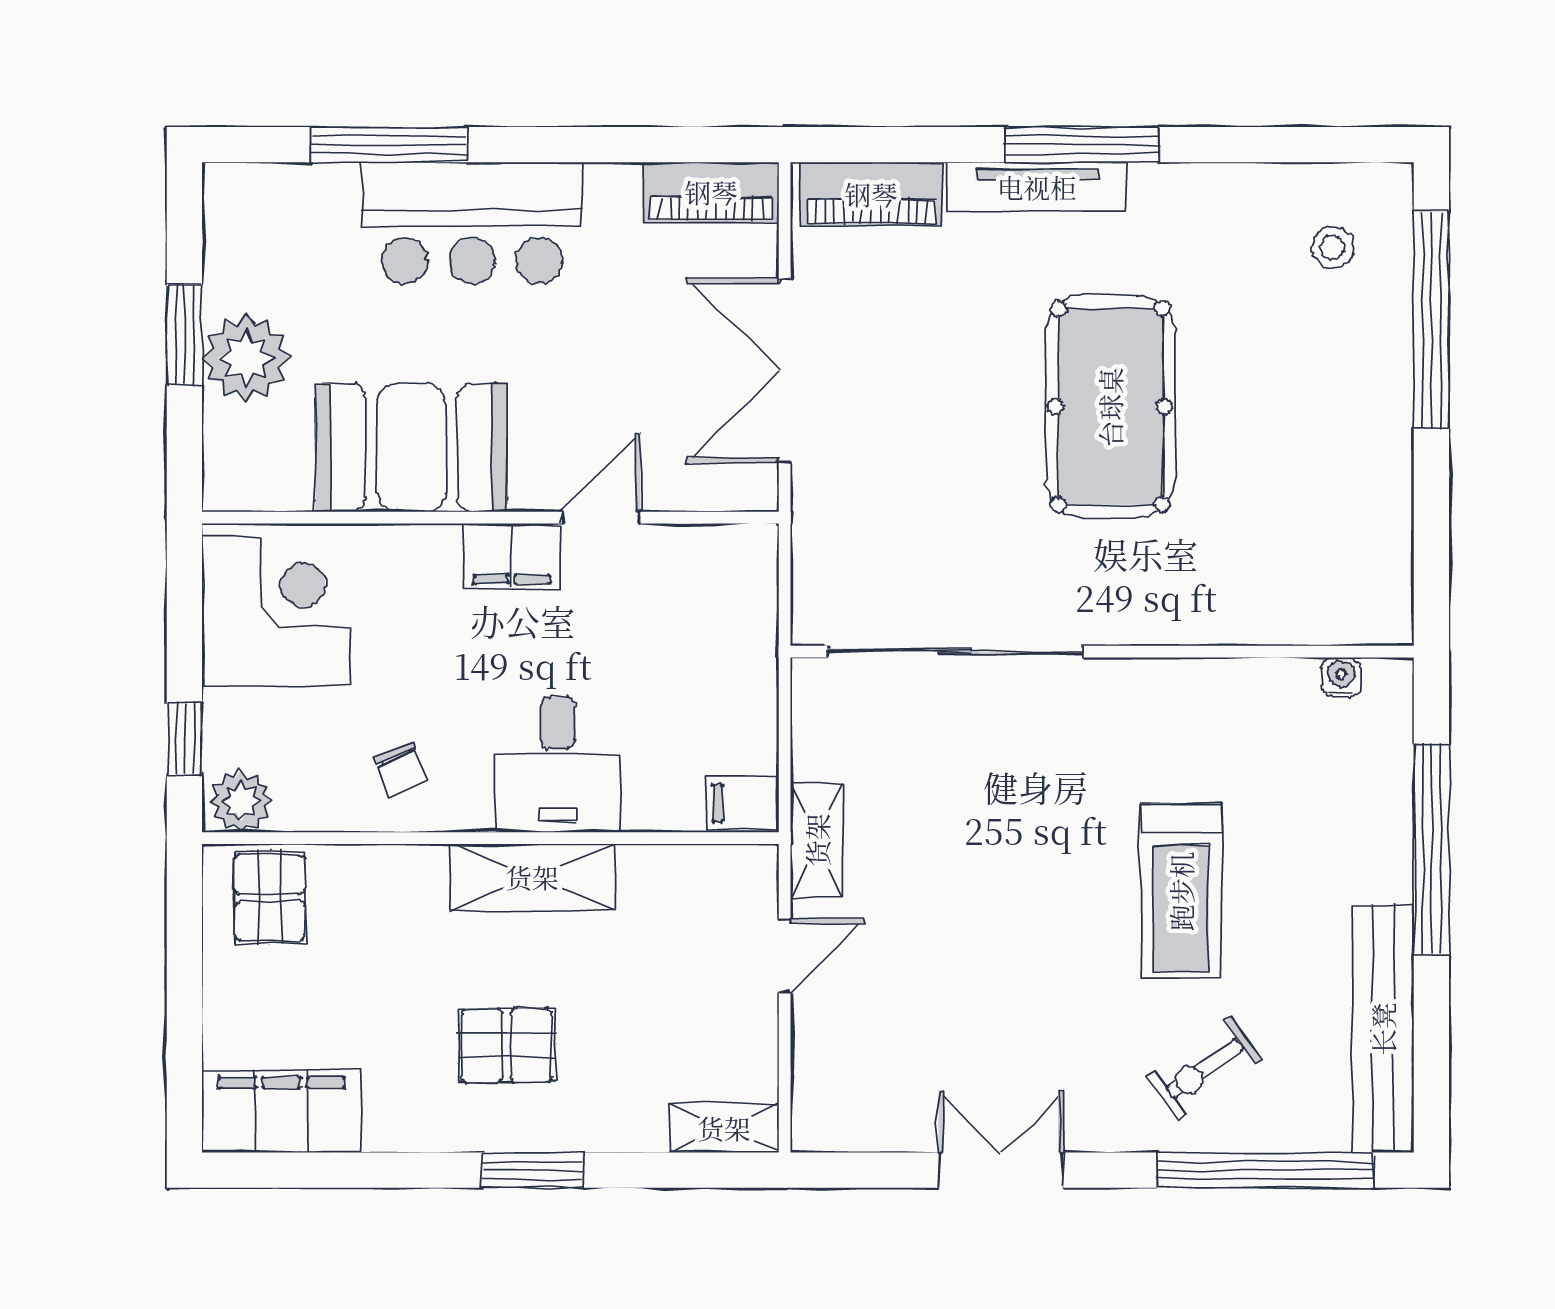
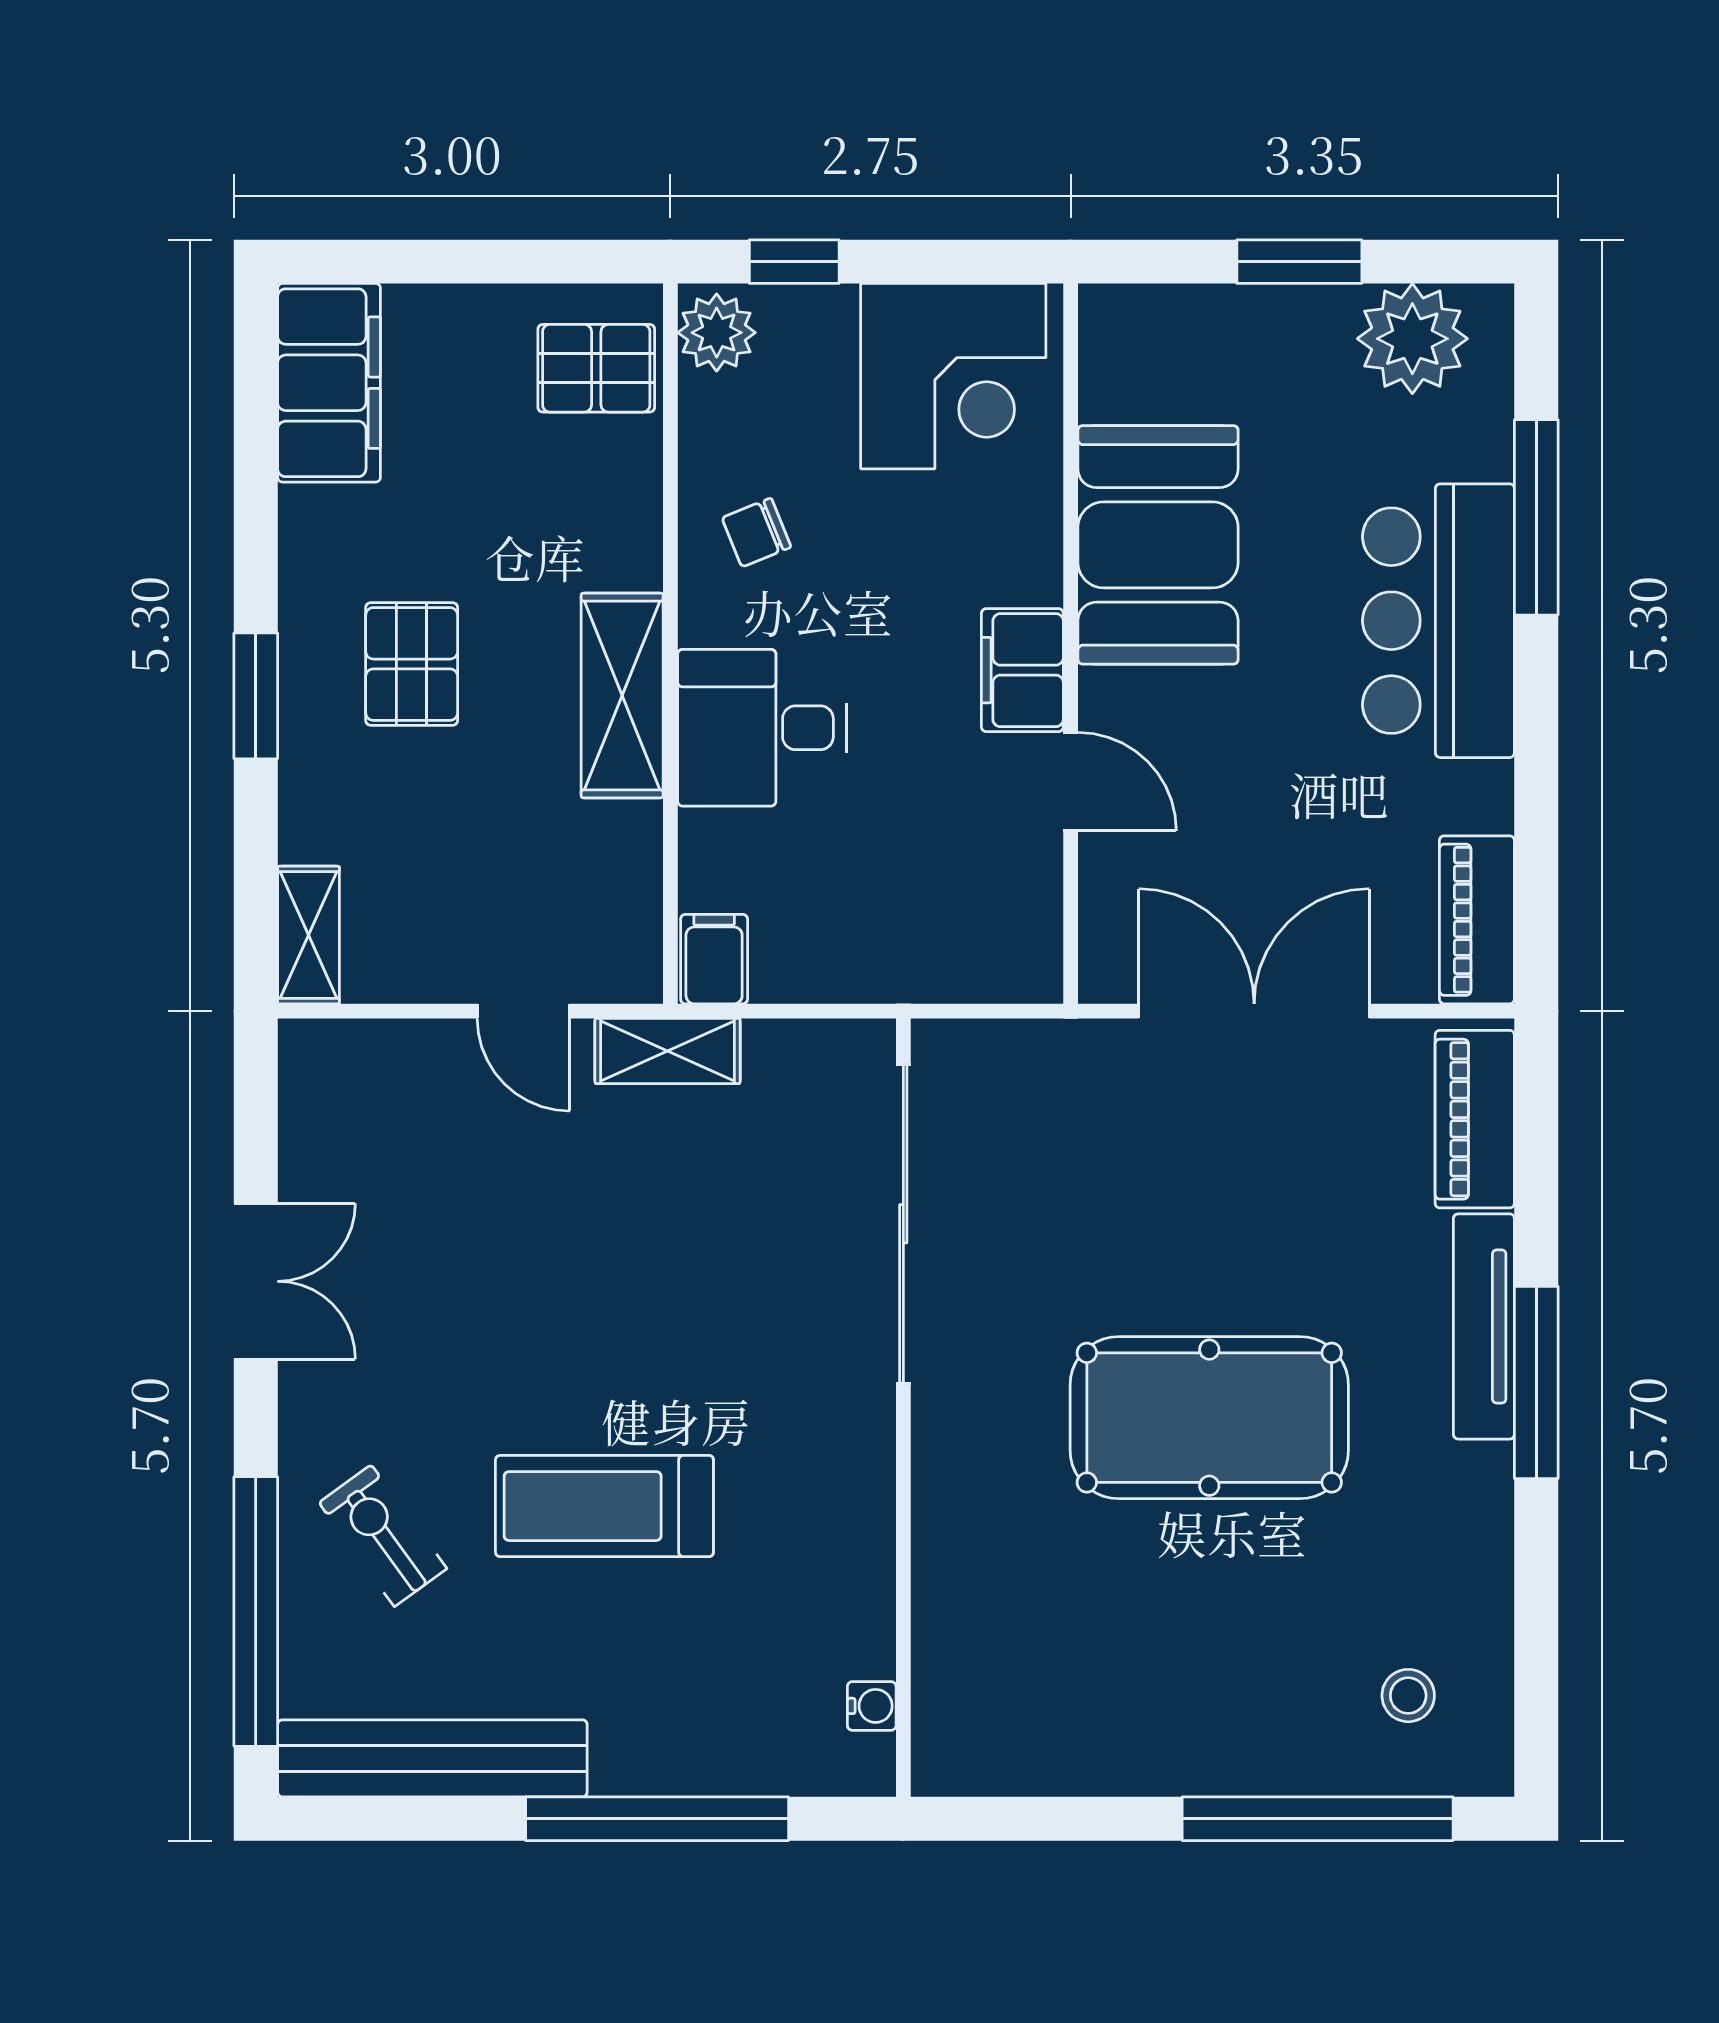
plant: (246, 358) -> (1412, 339), moved

